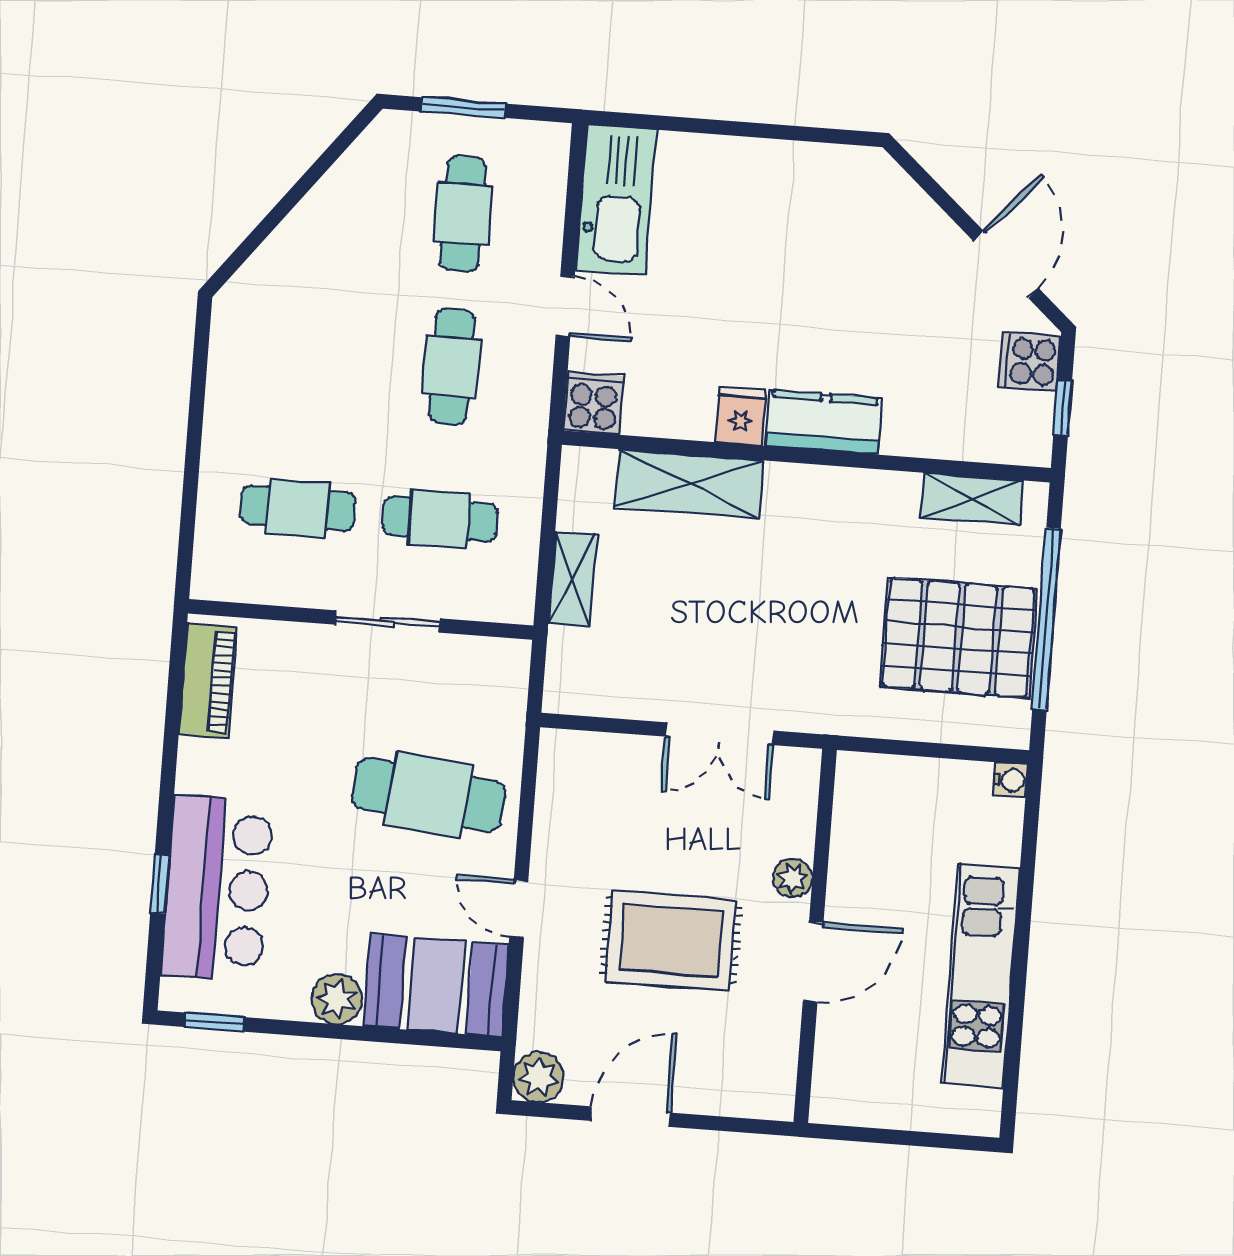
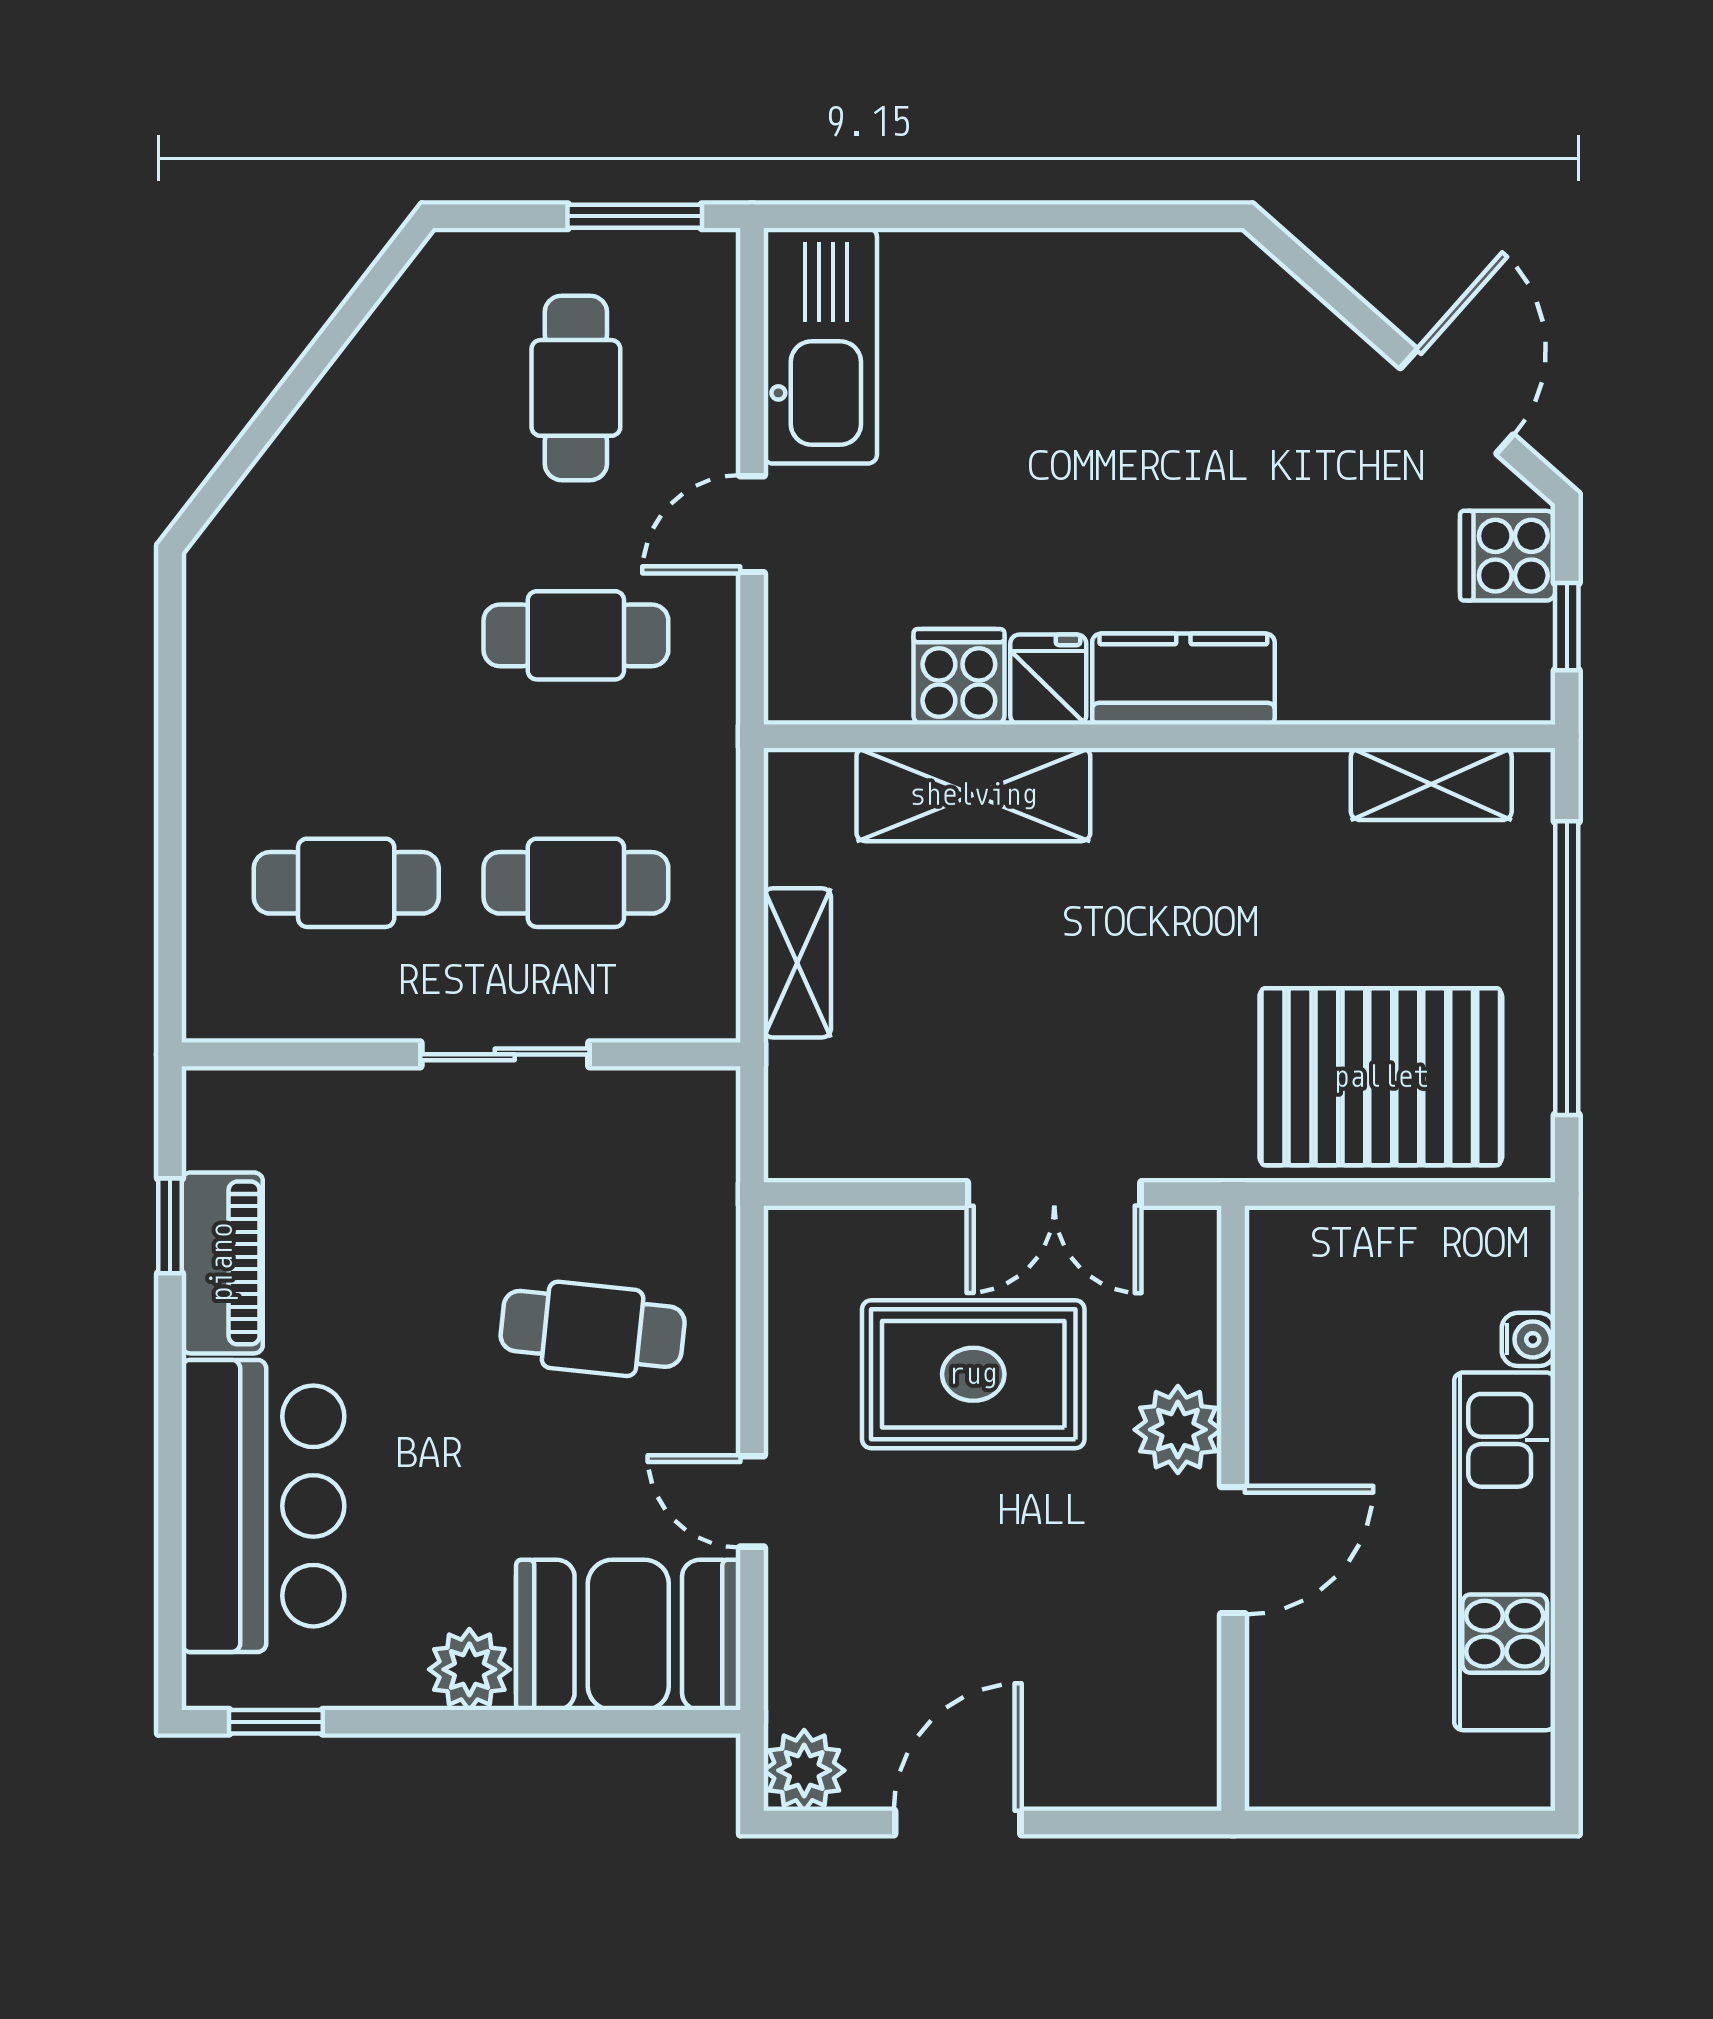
window: (464, 108) -> (635, 216), moved
door: (565, 306) -> (752, 524), swing flipped
cafe table: (451, 367) -> (576, 635), turned 90
cooker: (593, 403) -> (959, 677), moved
pallet: (959, 638) -> (1381, 1077), moved
piano: (208, 681) -> (222, 1263), moved
water cooler: (1010, 780) -> (1528, 1339), moved
cafe table: (429, 795) -> (593, 1329), width x0.73, depth x0.74
plant: (793, 878) -> (1178, 1430), width x1.38, depth x1.38
window: (160, 884) -> (170, 1226), moved
rug: (671, 940) -> (973, 1374), moved

